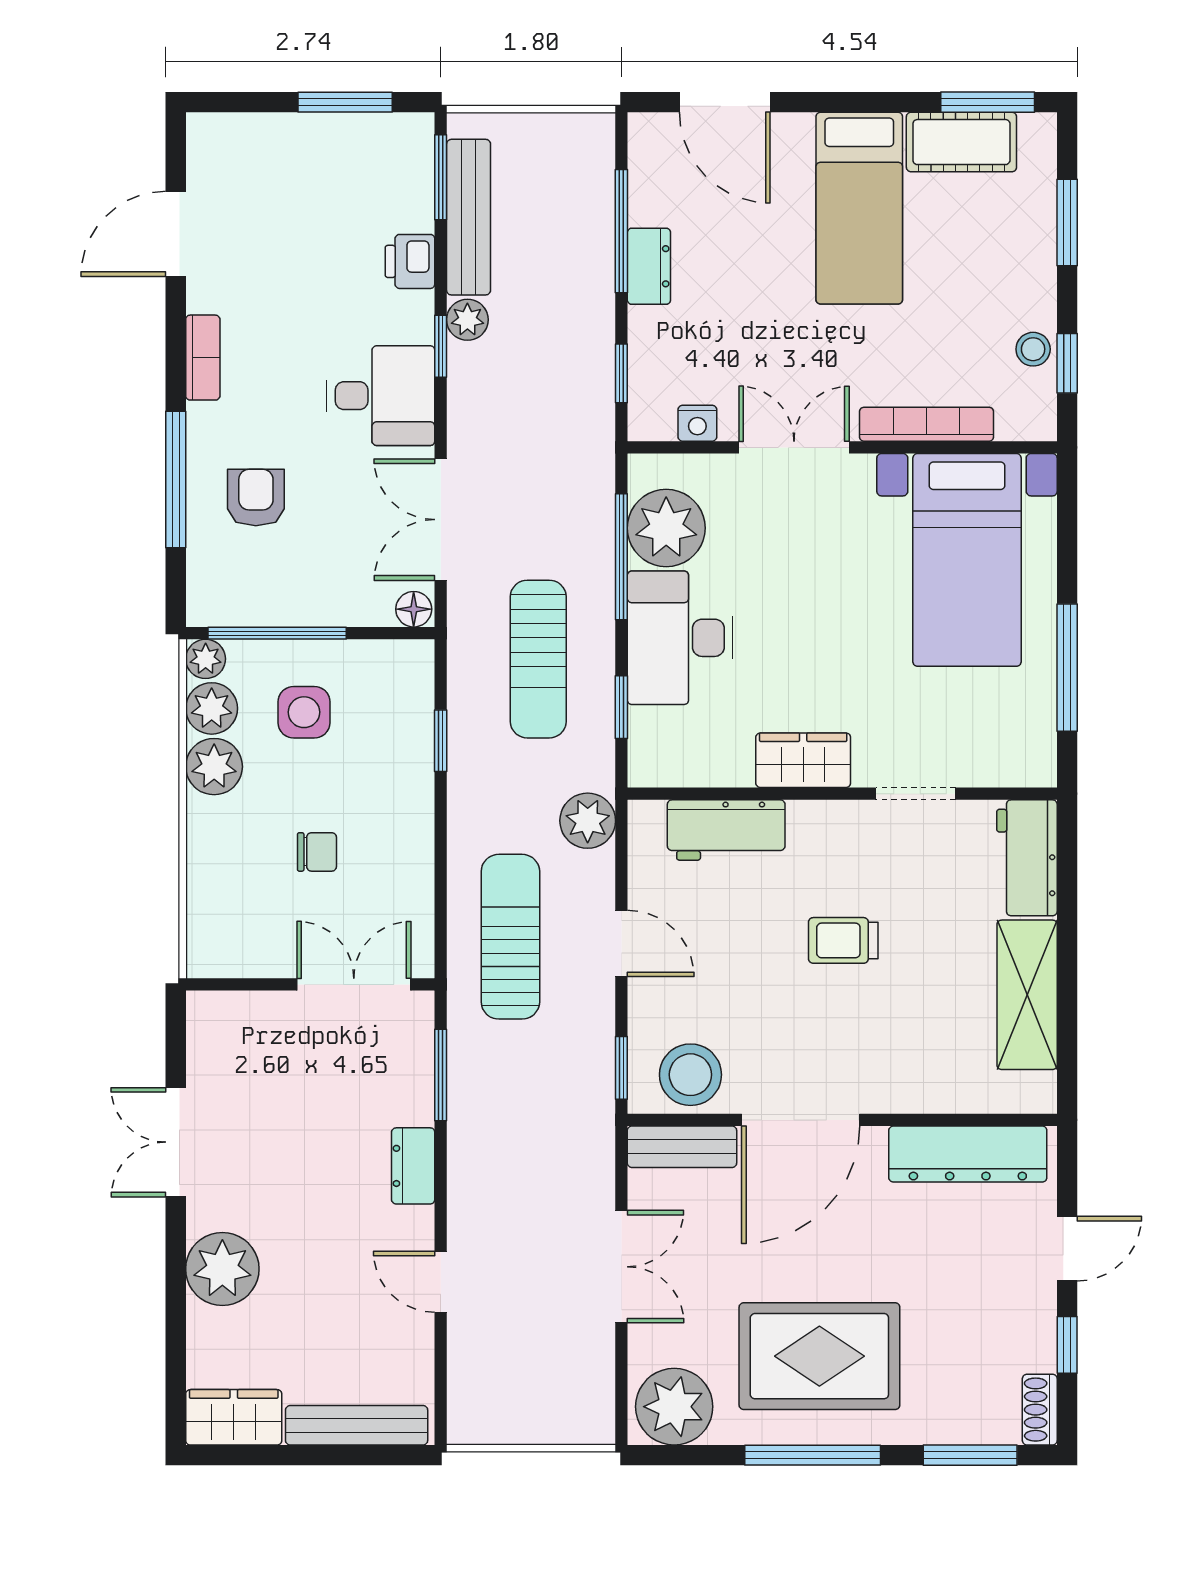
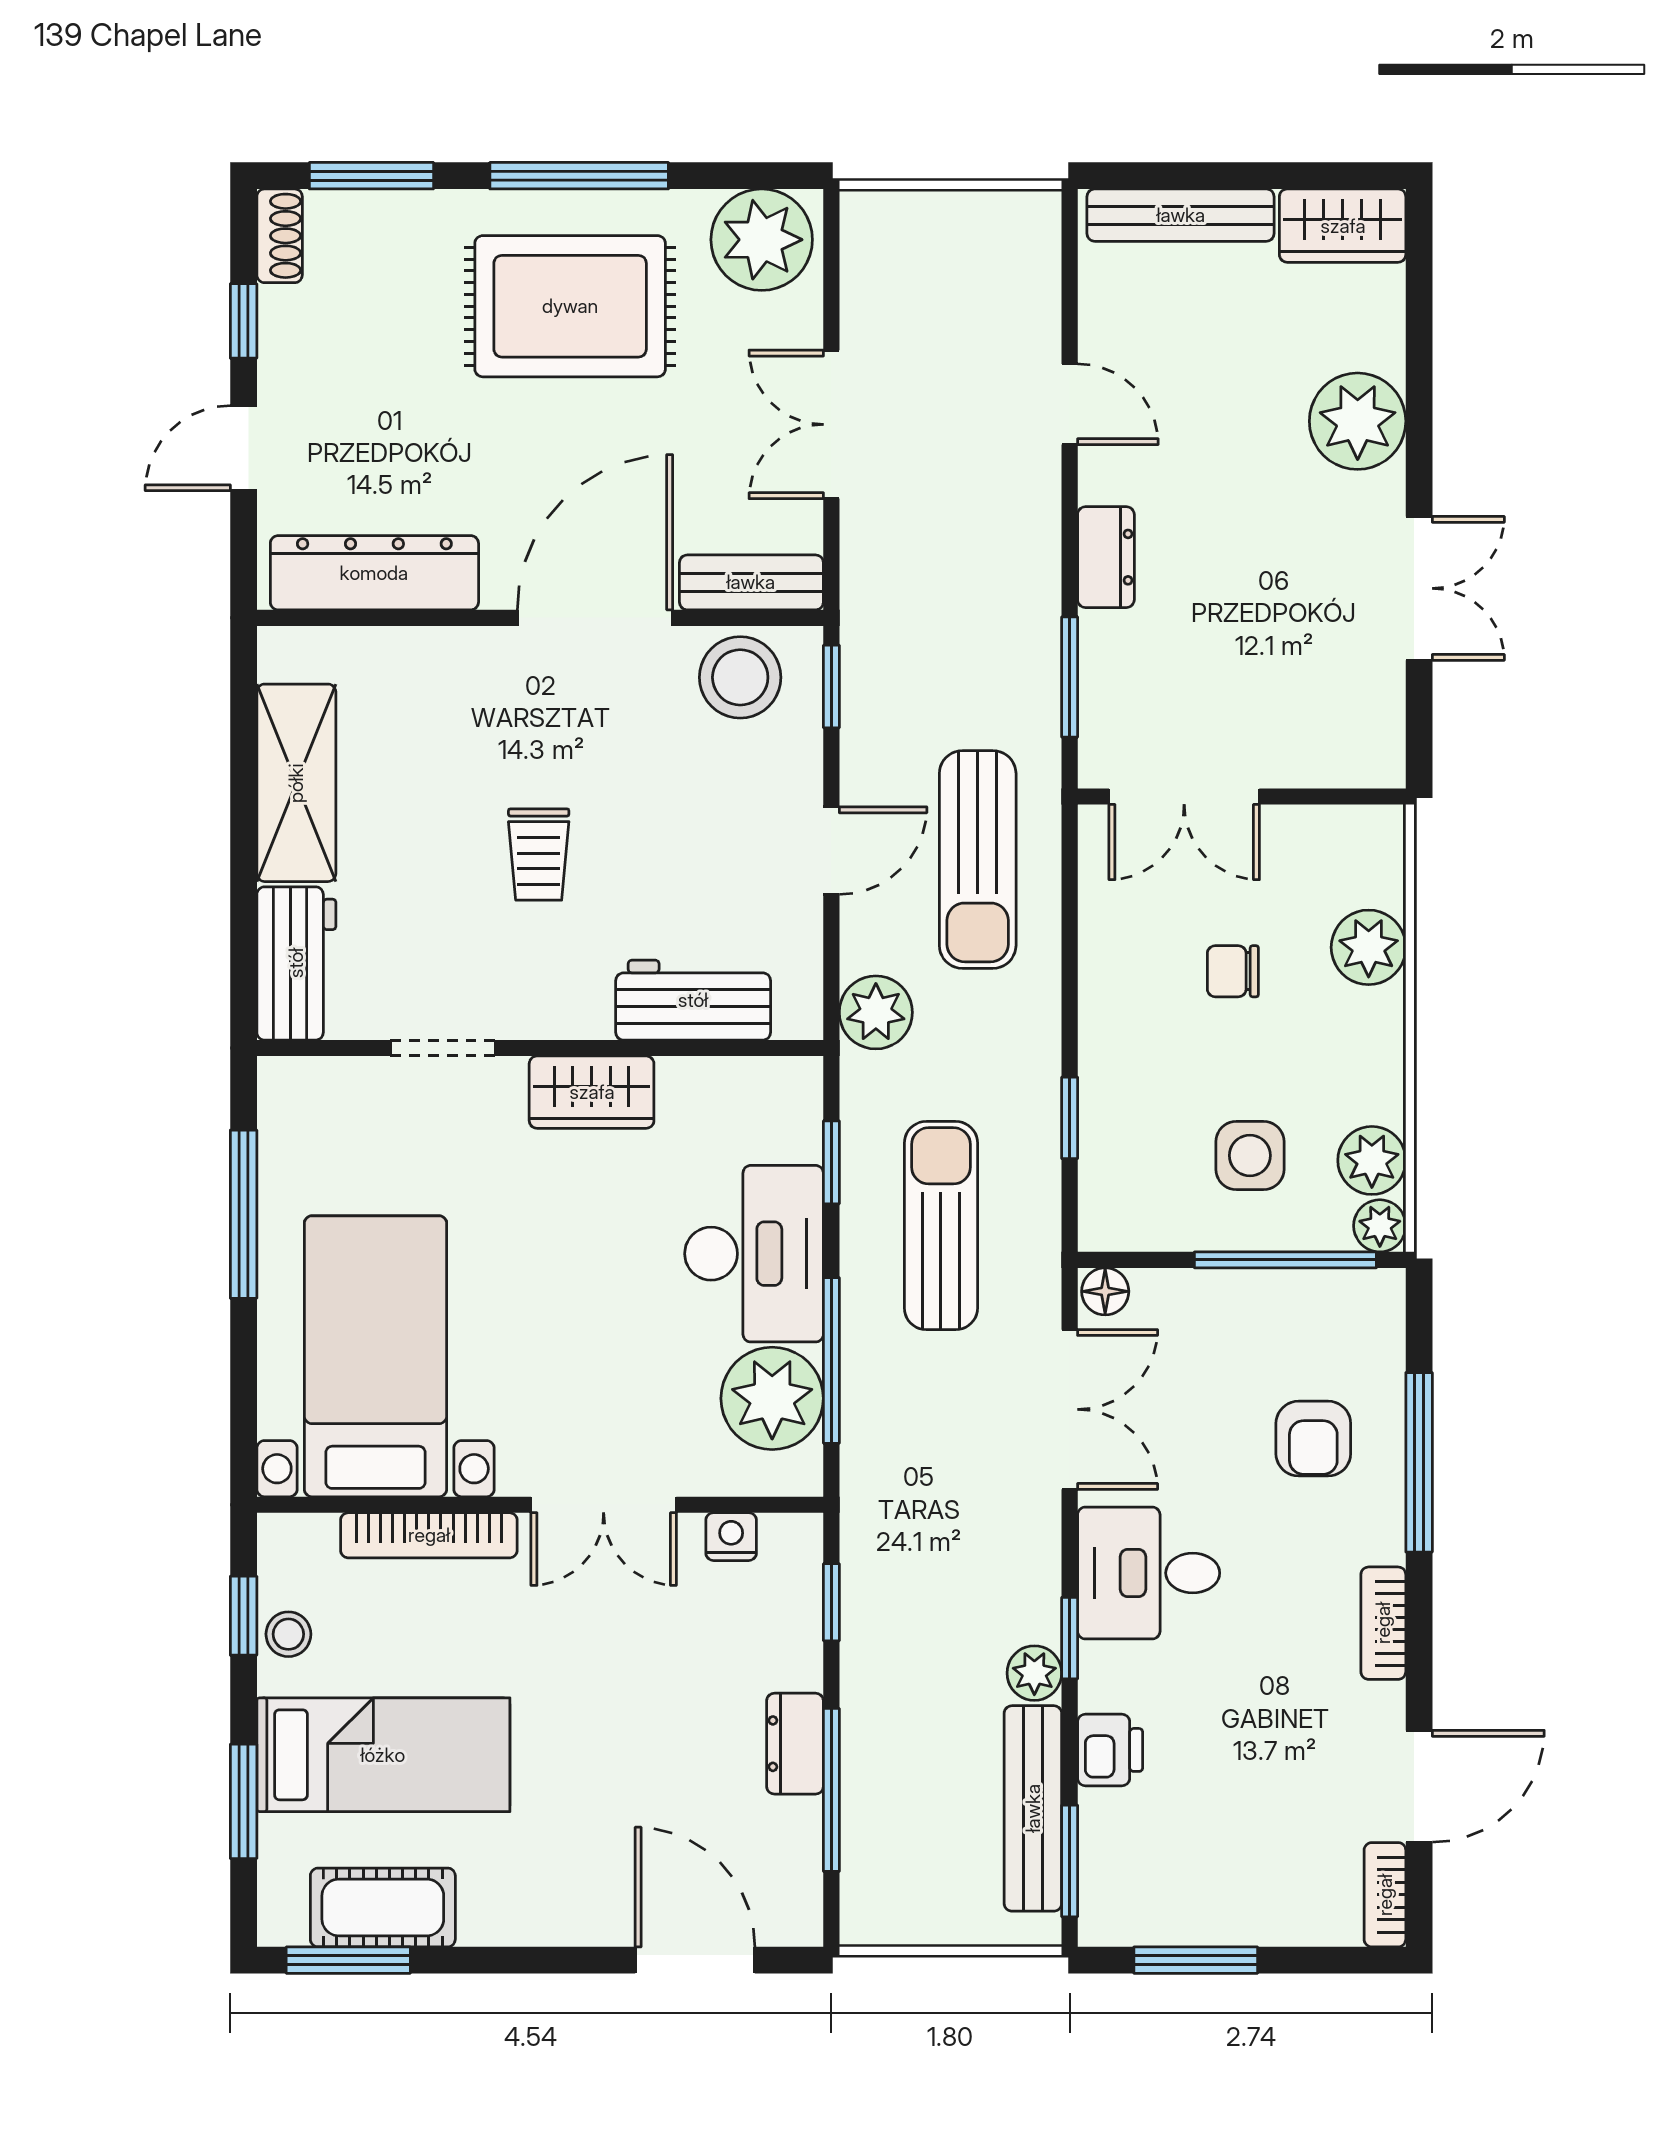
bookcase: (202, 152) -> (1385, 1895), added
bed: (859, 208) -> (383, 1755), moved, turned 90
plant: (214, 767) -> (1369, 947), moved
trolley: (843, 940) -> (539, 854), turned 90
door: (621, 943) -> (831, 851), swing flipped

